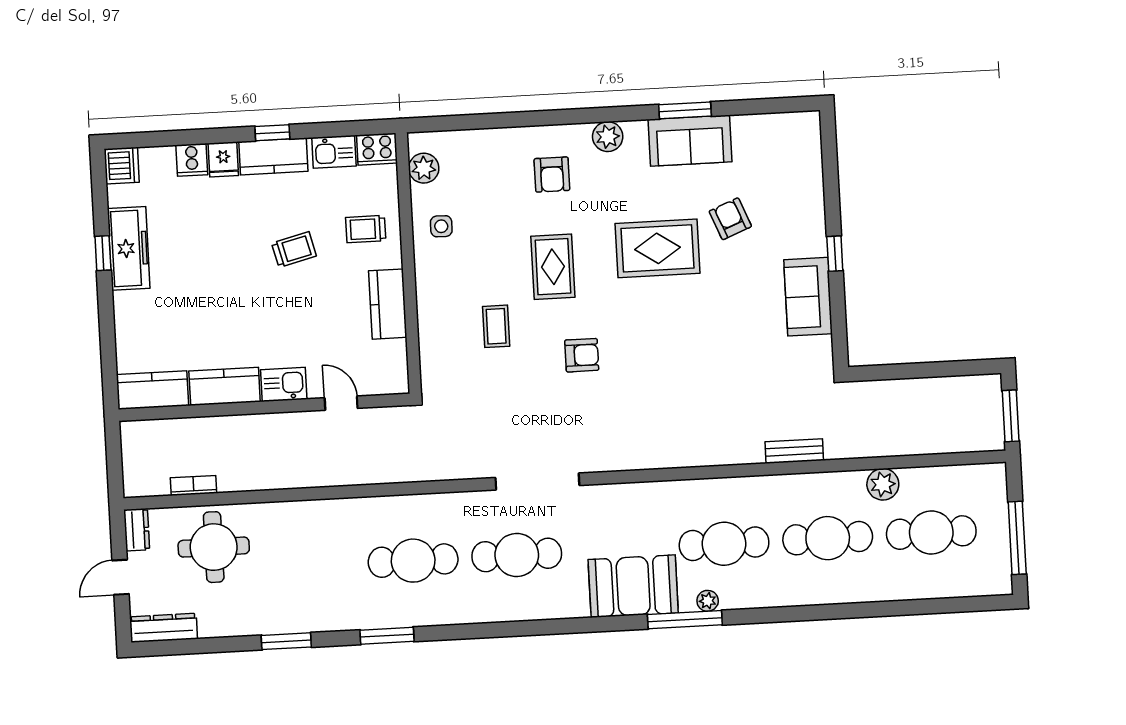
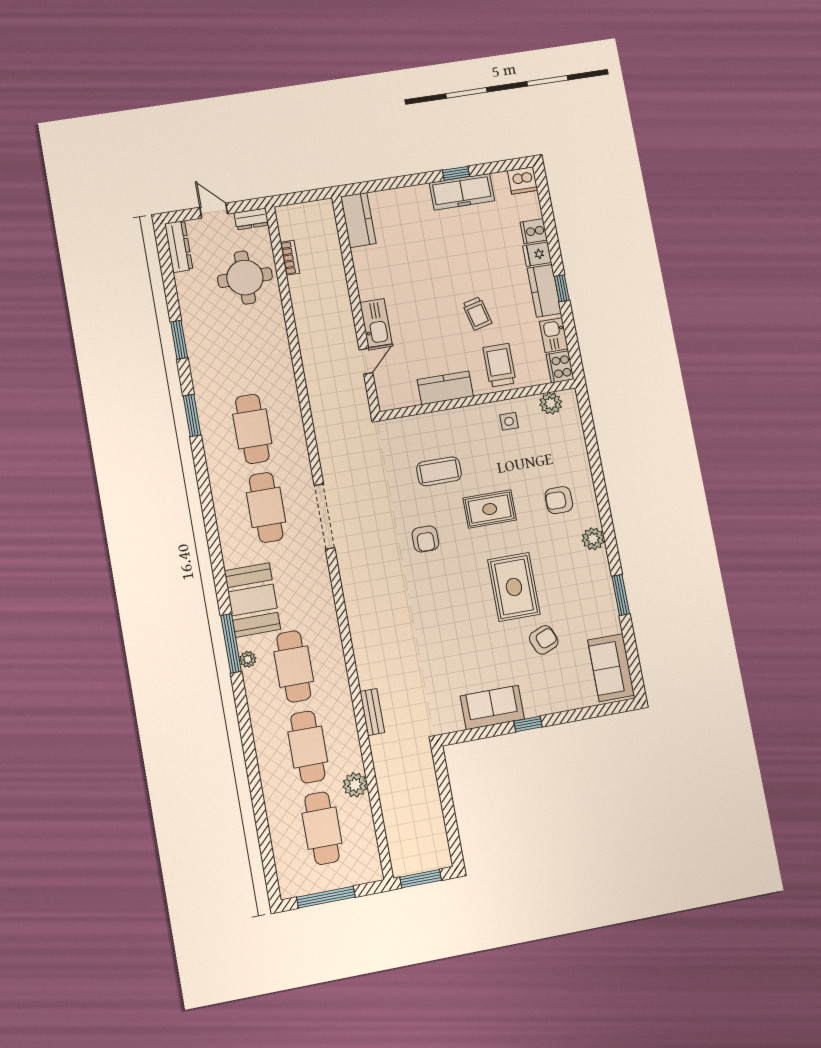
sofa: (690, 141) -> (611, 668), moved
trolley: (366, 229) -> (499, 365), width x1.36, depth x1.39
coffee table: (496, 326) -> (439, 471), width x1.36, depth x1.30
kitchen sink: (284, 384) -> (376, 323), width x1.38
kitchen counter: (225, 386) -> (368, 273), removed

